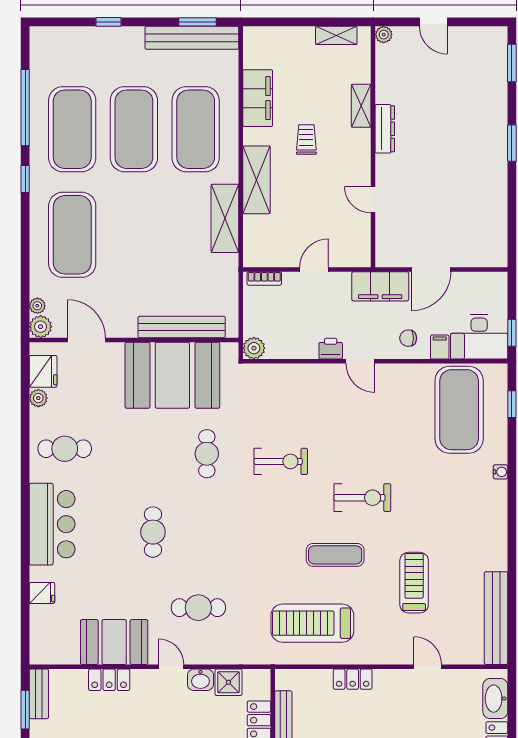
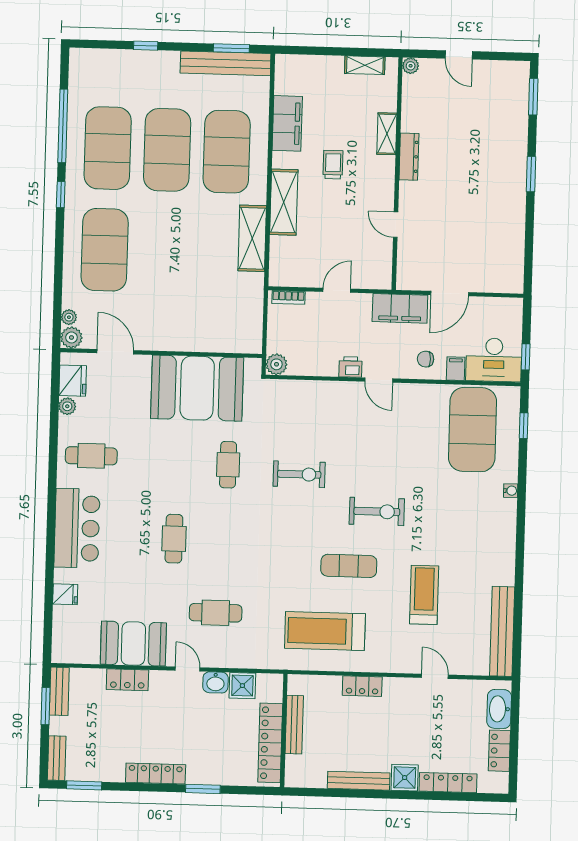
bench: (182, 327) -> (207, 342), removed

